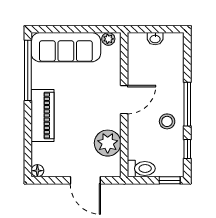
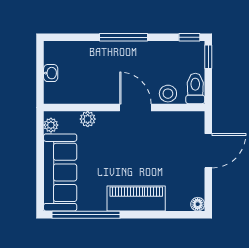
door: (124, 100) -> (135, 107), moved
stool: (167, 121) -> (168, 94), moved
plant: (108, 143) -> (88, 119), moved, width x0.53, depth x0.53
window: (187, 149) -> (189, 37), moved

